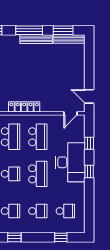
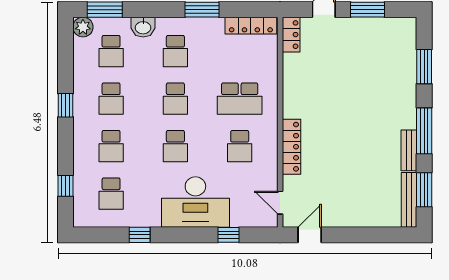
bench: (36, 39) -> (409, 150), width x0.73
locker: (24, 107) -> (291, 147), moved
school desk: (38, 137) -> (240, 146), width x0.54
window: (89, 172) -> (140, 235), moved
school desk: (38, 174) -> (175, 146), width x0.54

